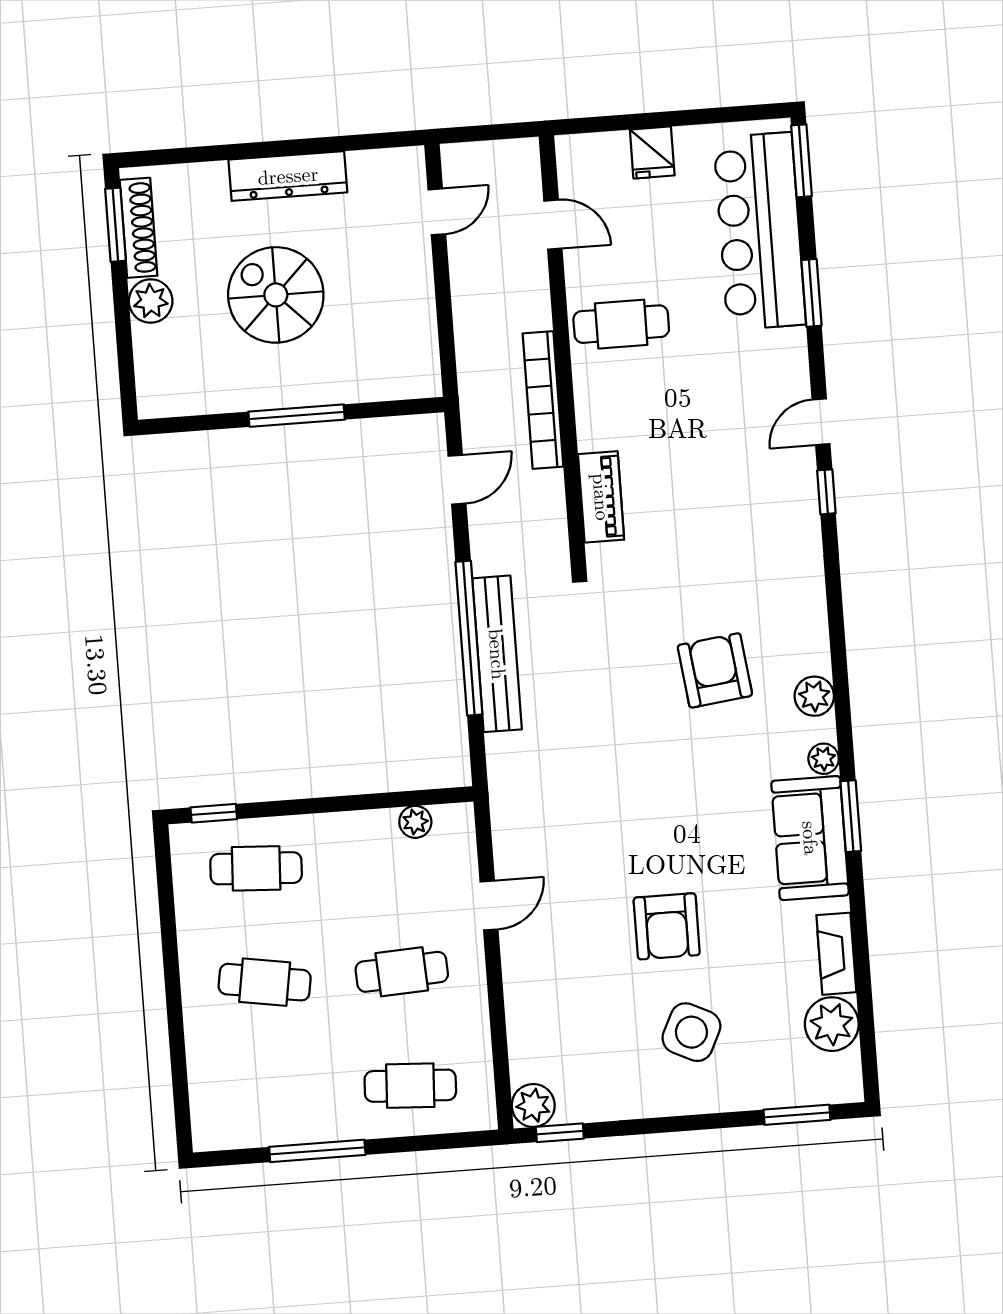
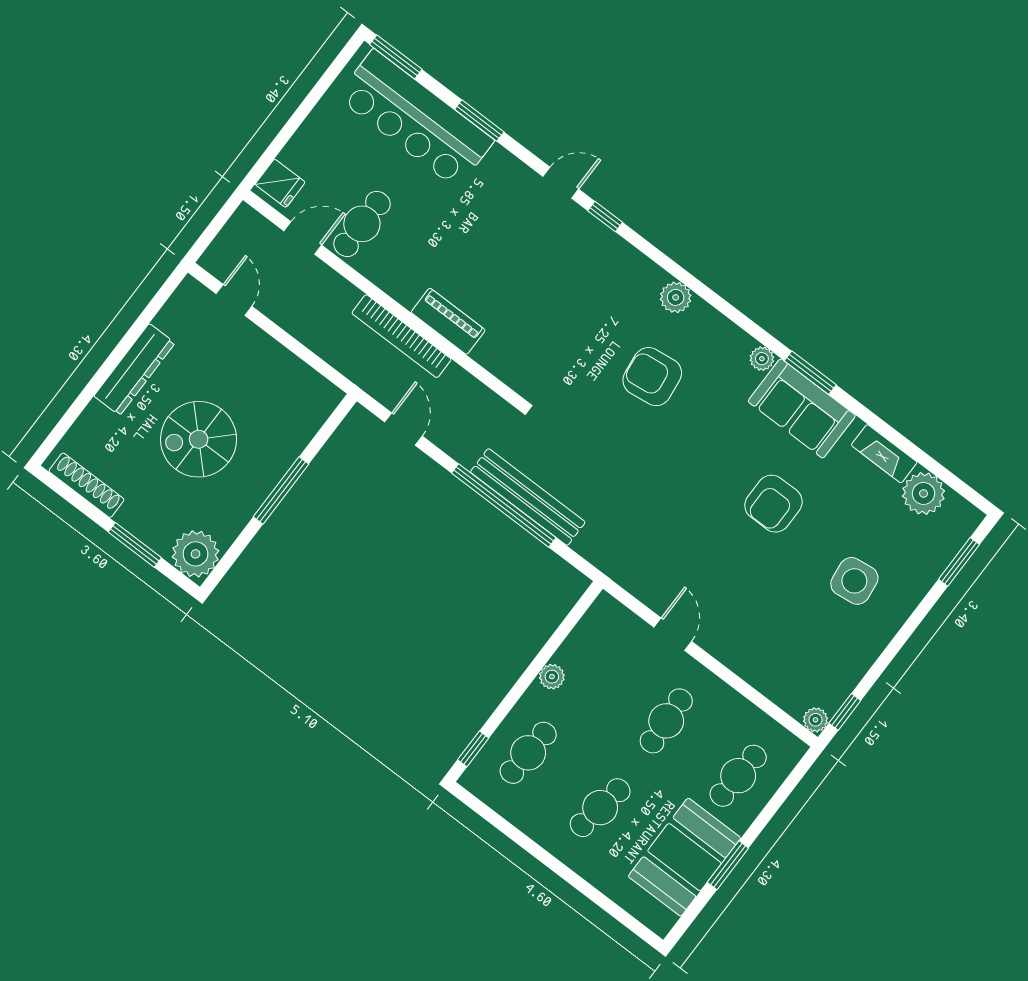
fridge: (652, 153) -> (280, 183), moved
window: (115, 225) -> (135, 545), moved
plant: (151, 301) -> (196, 554), moved, width x1.36, depth x1.36
cafe table: (621, 324) -> (362, 224), moved
door: (821, 422) -> (561, 183), swing flipped
piano: (601, 497) -> (448, 321), moved
plant: (814, 696) -> (676, 297), moved
plant: (415, 822) -> (552, 677), moved
armchair: (667, 926) -> (774, 504), moved, turned 90
side table: (691, 1032) -> (854, 581), turned -33
booth: (289, 1103) -> (684, 857), added
plant: (533, 1105) -> (816, 720), width x0.73, depth x0.73
window: (317, 1151) -> (728, 865), width x0.69

